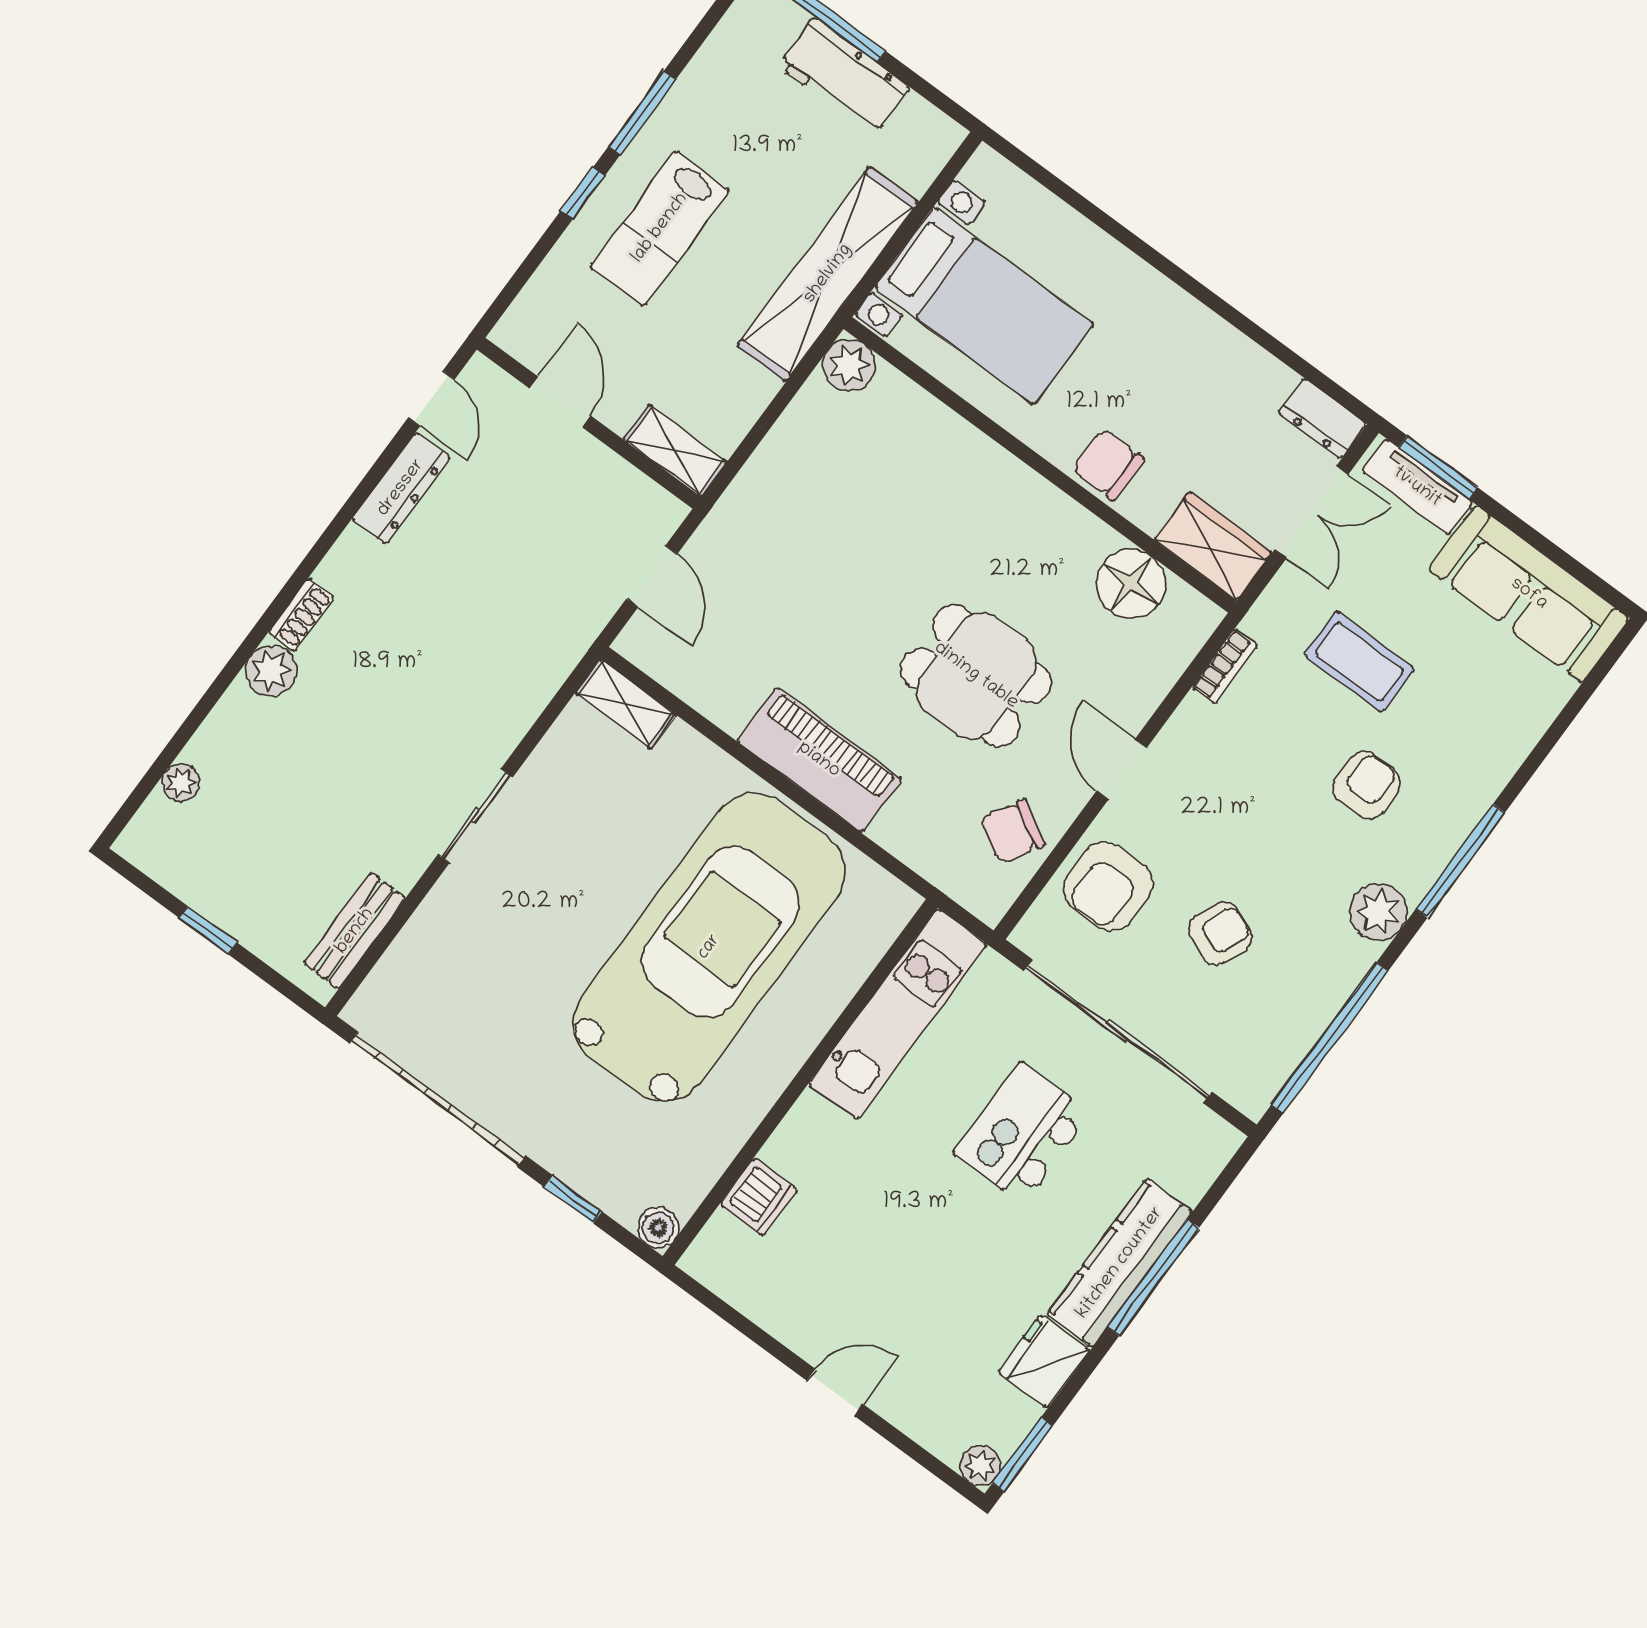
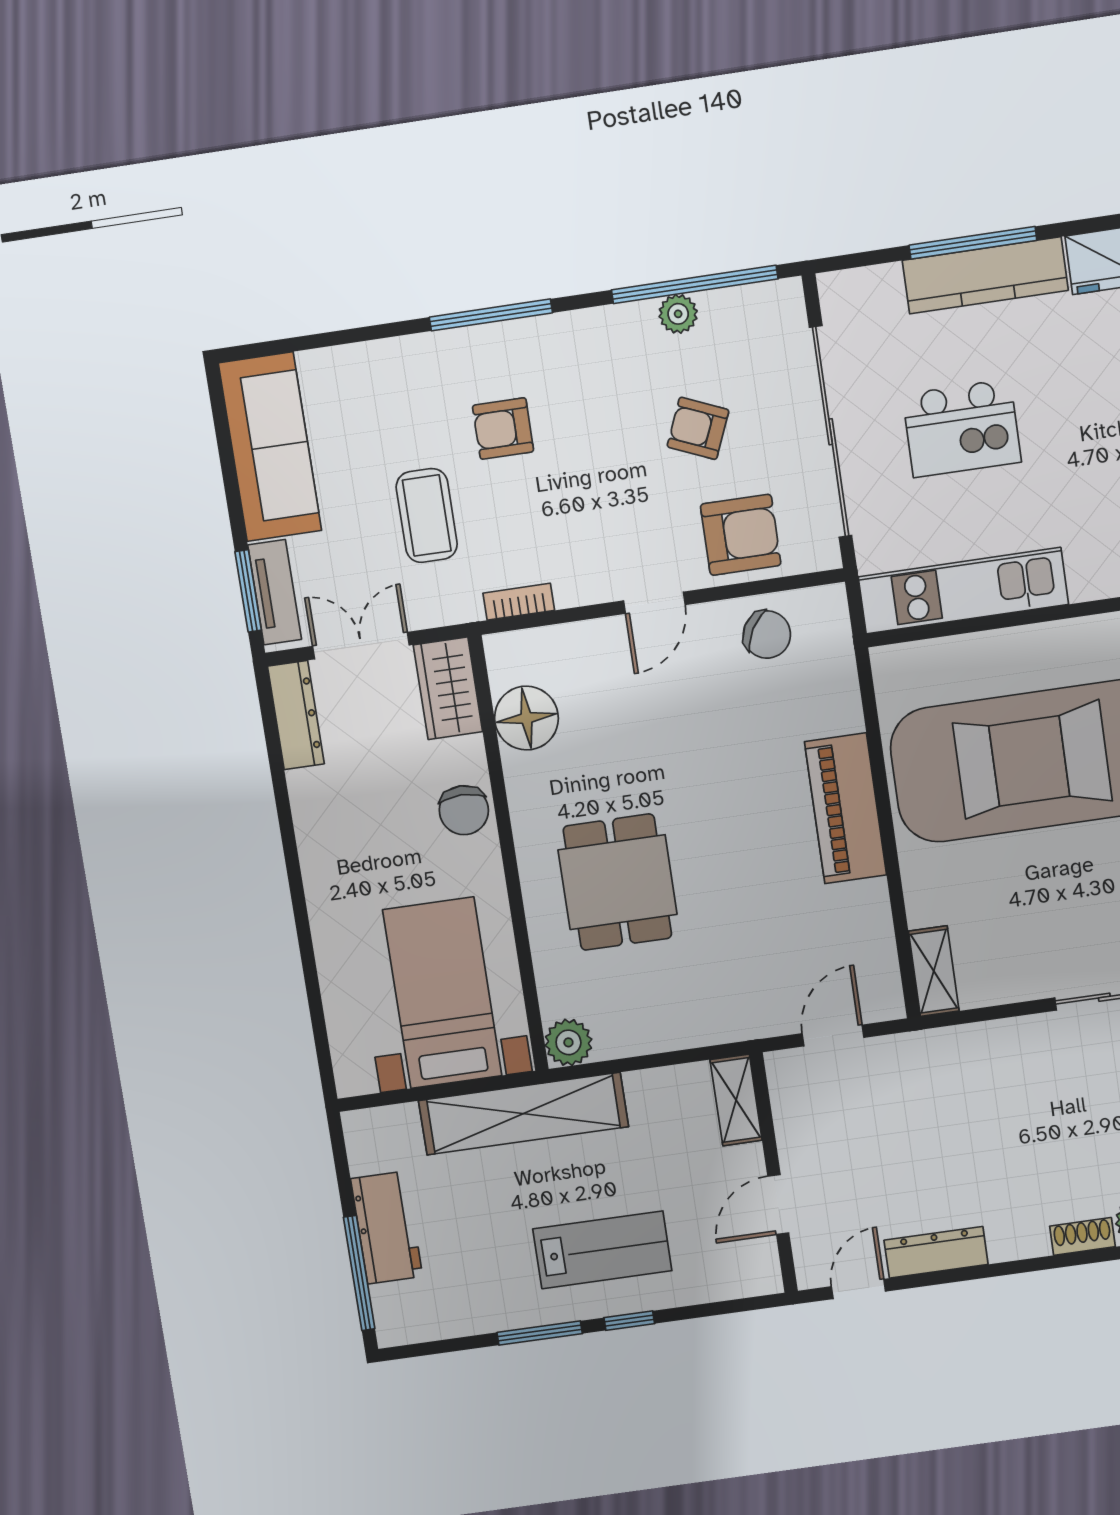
dresser: (1322, 419) -> (296, 715), width x1.44
dining table: (976, 676) -> (617, 882), moved
plant: (1378, 912) -> (678, 314), moved, width x0.73, depth x0.73

